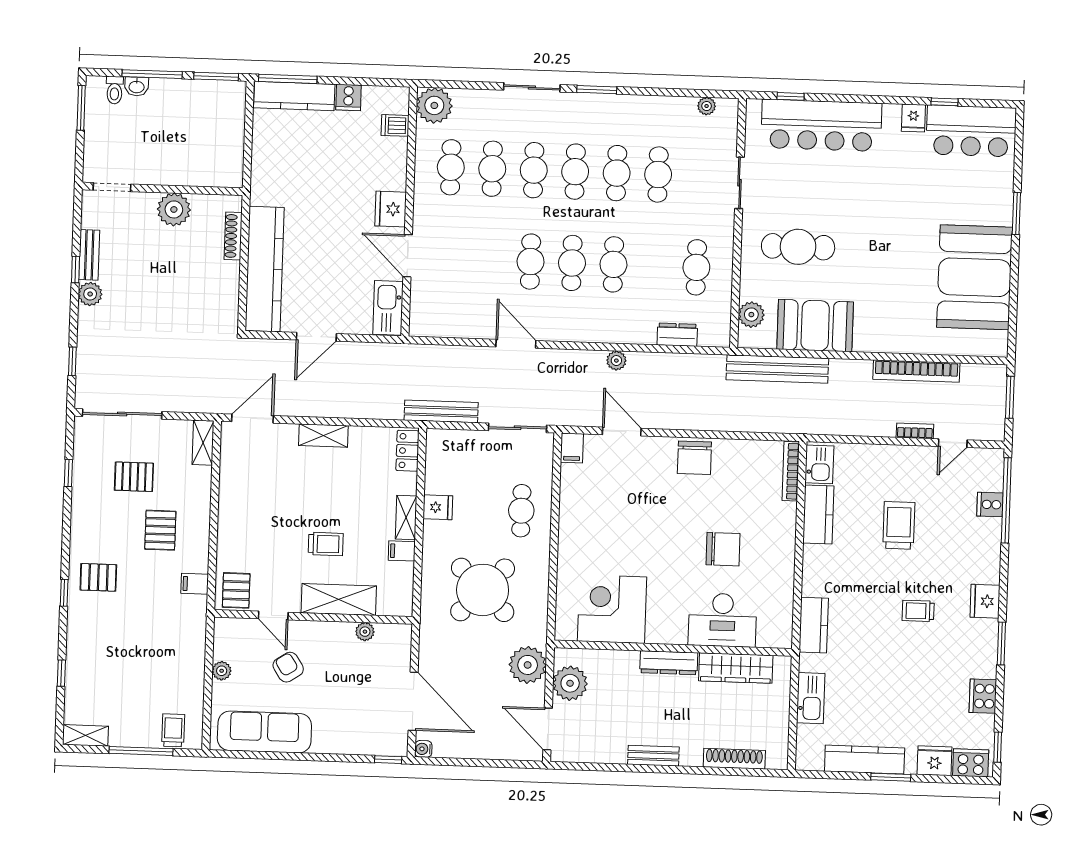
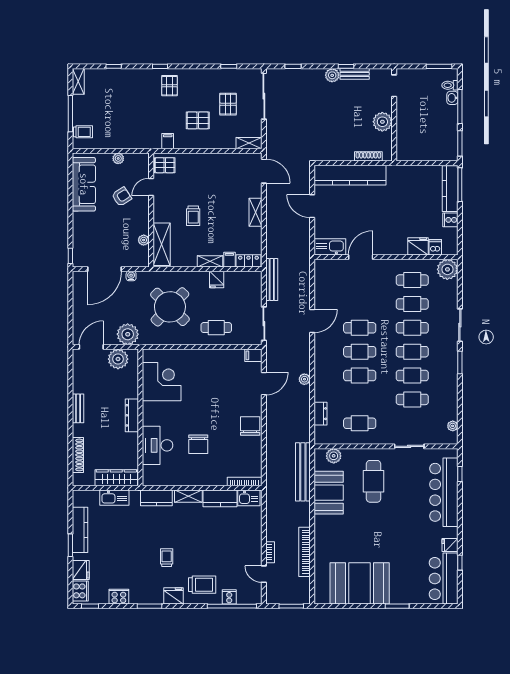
fridge: (391, 209) -> (418, 246), moved
chair: (694, 458) -> (250, 426), turned 90
trolley: (899, 525) -> (202, 585), moved
filing cabinet: (402, 551) -> (229, 260), moved
shelving: (813, 569) -> (188, 496), added
shelving: (339, 599) -> (162, 244), moved
wardrobe: (736, 668) -> (116, 478), moved, turned 90
water cooler: (423, 749) -> (131, 276), moved

